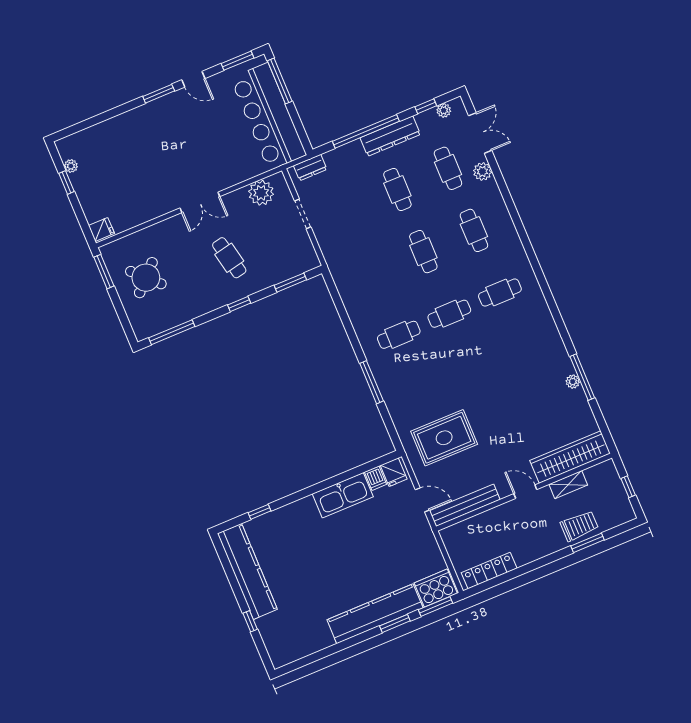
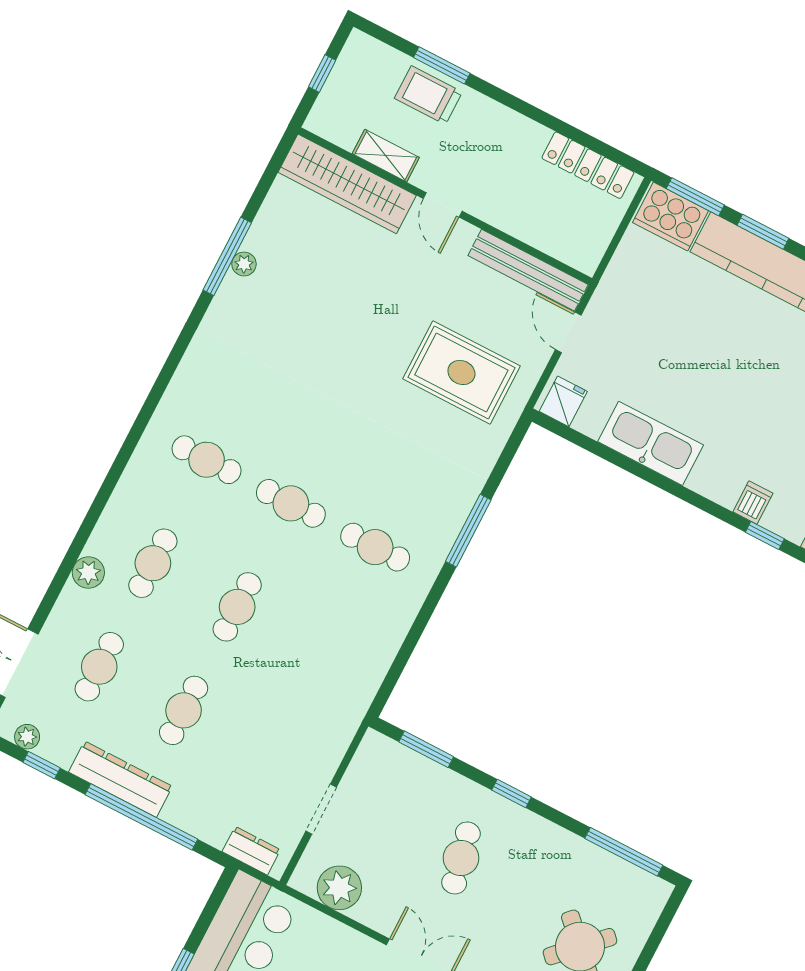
plant: (482, 171) -> (88, 572), moved
dishwasher: (376, 478) -> (753, 503), moved

